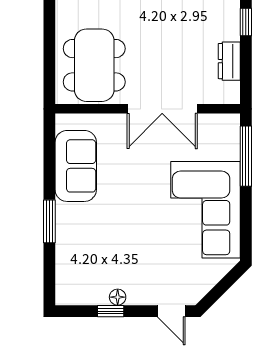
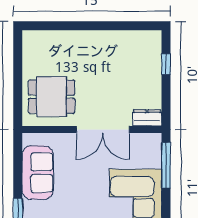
dresser: (229, 61) -> (147, 118), moved, turned 90
dining table: (94, 65) -> (52, 97), width x0.73

